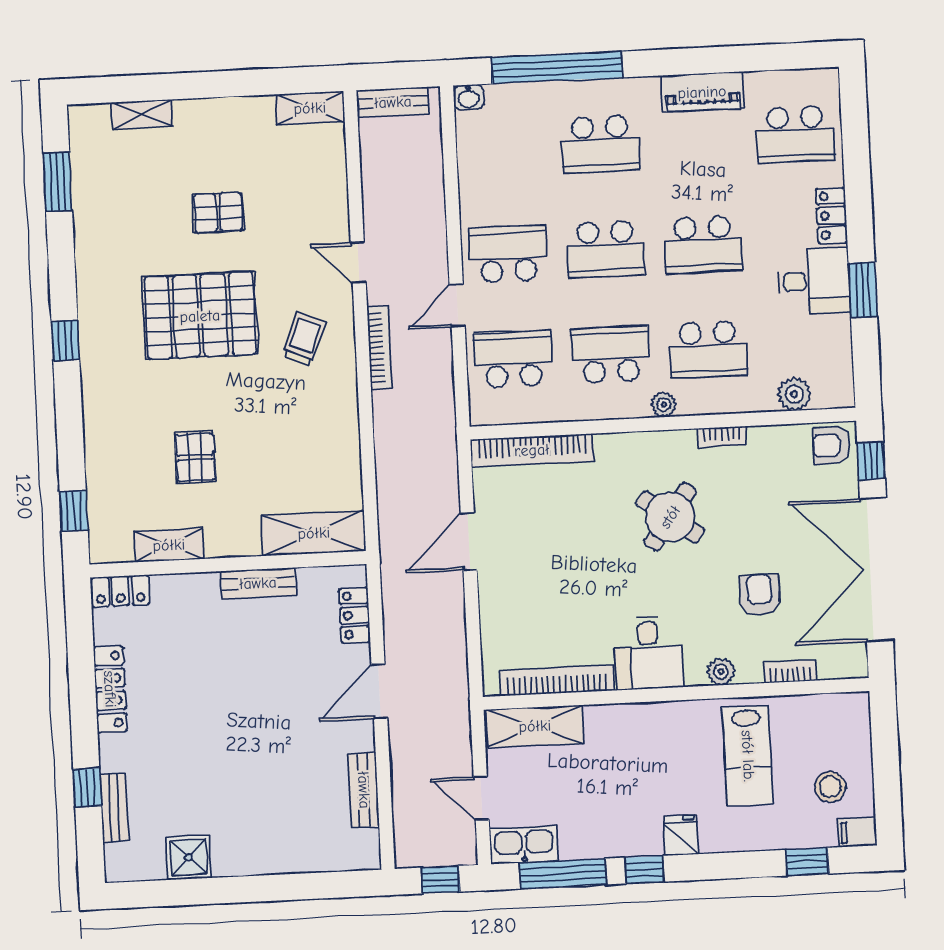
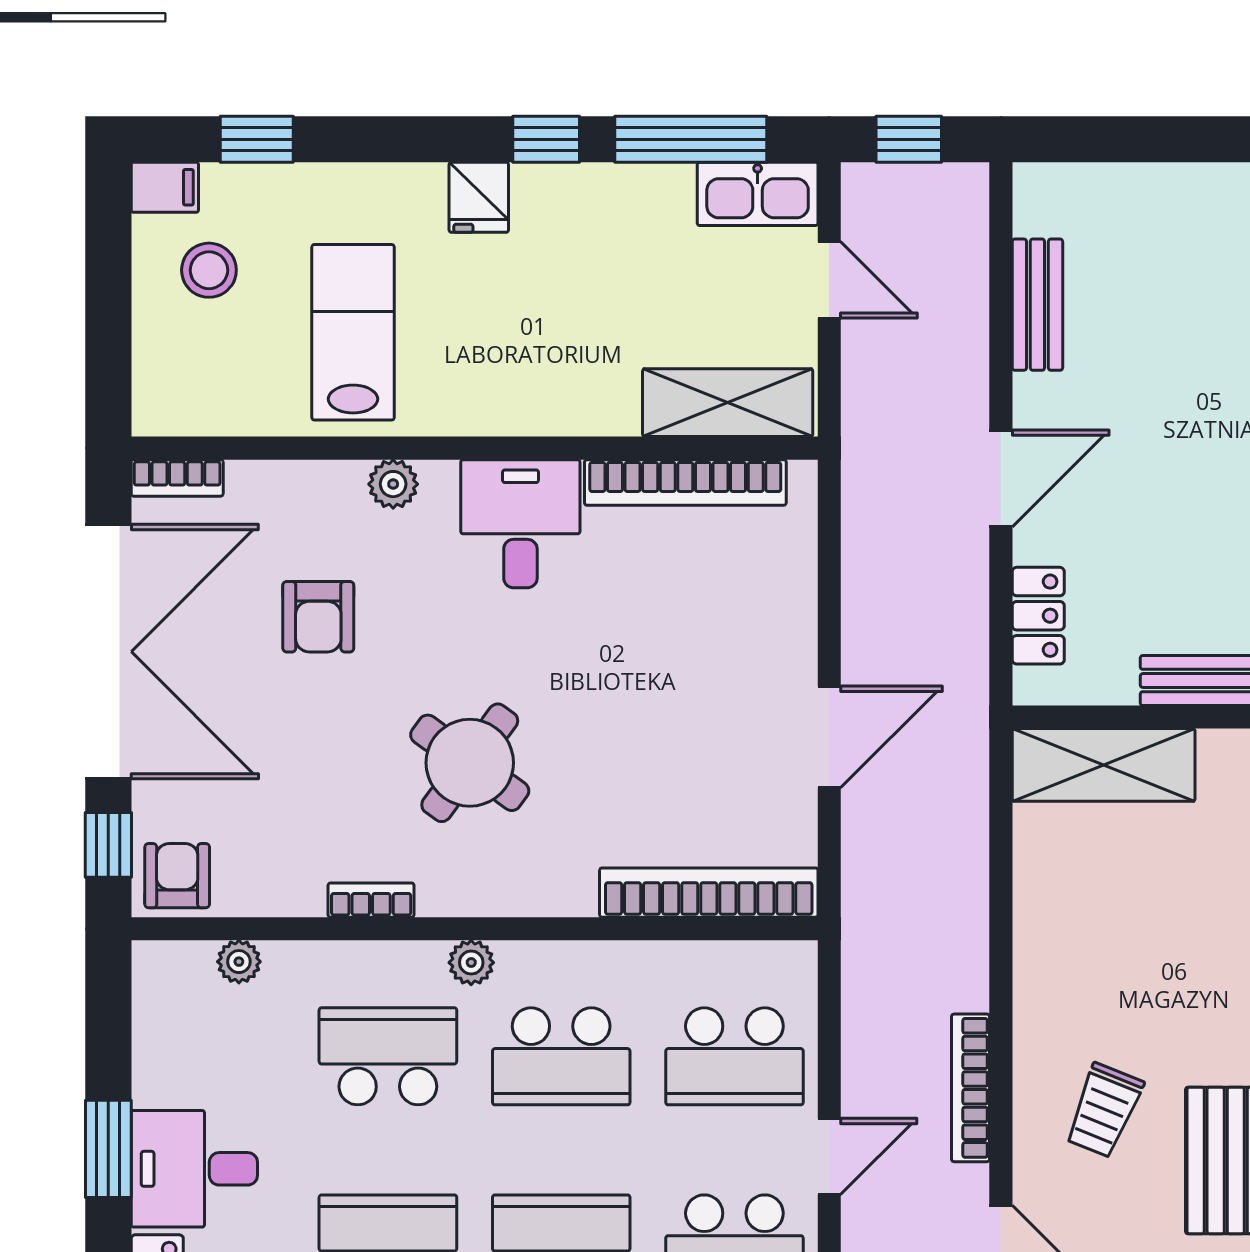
plant: (794, 394) -> (239, 962), width x0.73, depth x0.73
armchair: (832, 445) -> (177, 876), turned -90
bookcase: (790, 672) -> (177, 478), moved

